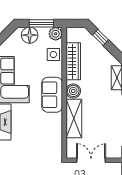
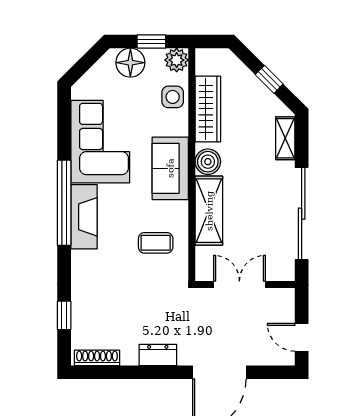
window: (41, 23) -> (151, 42), width x0.67
window: (101, 37) -> (269, 79), moved
coffee table: (44, 137) -> (156, 243), added

